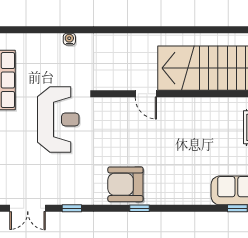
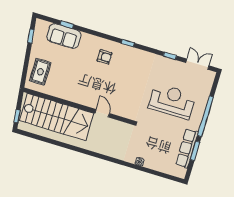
reception desk: (58, 119) -> (172, 101), moved, turned 90
armchair: (125, 184) -> (105, 57), moved, width x0.53, depth x0.53

